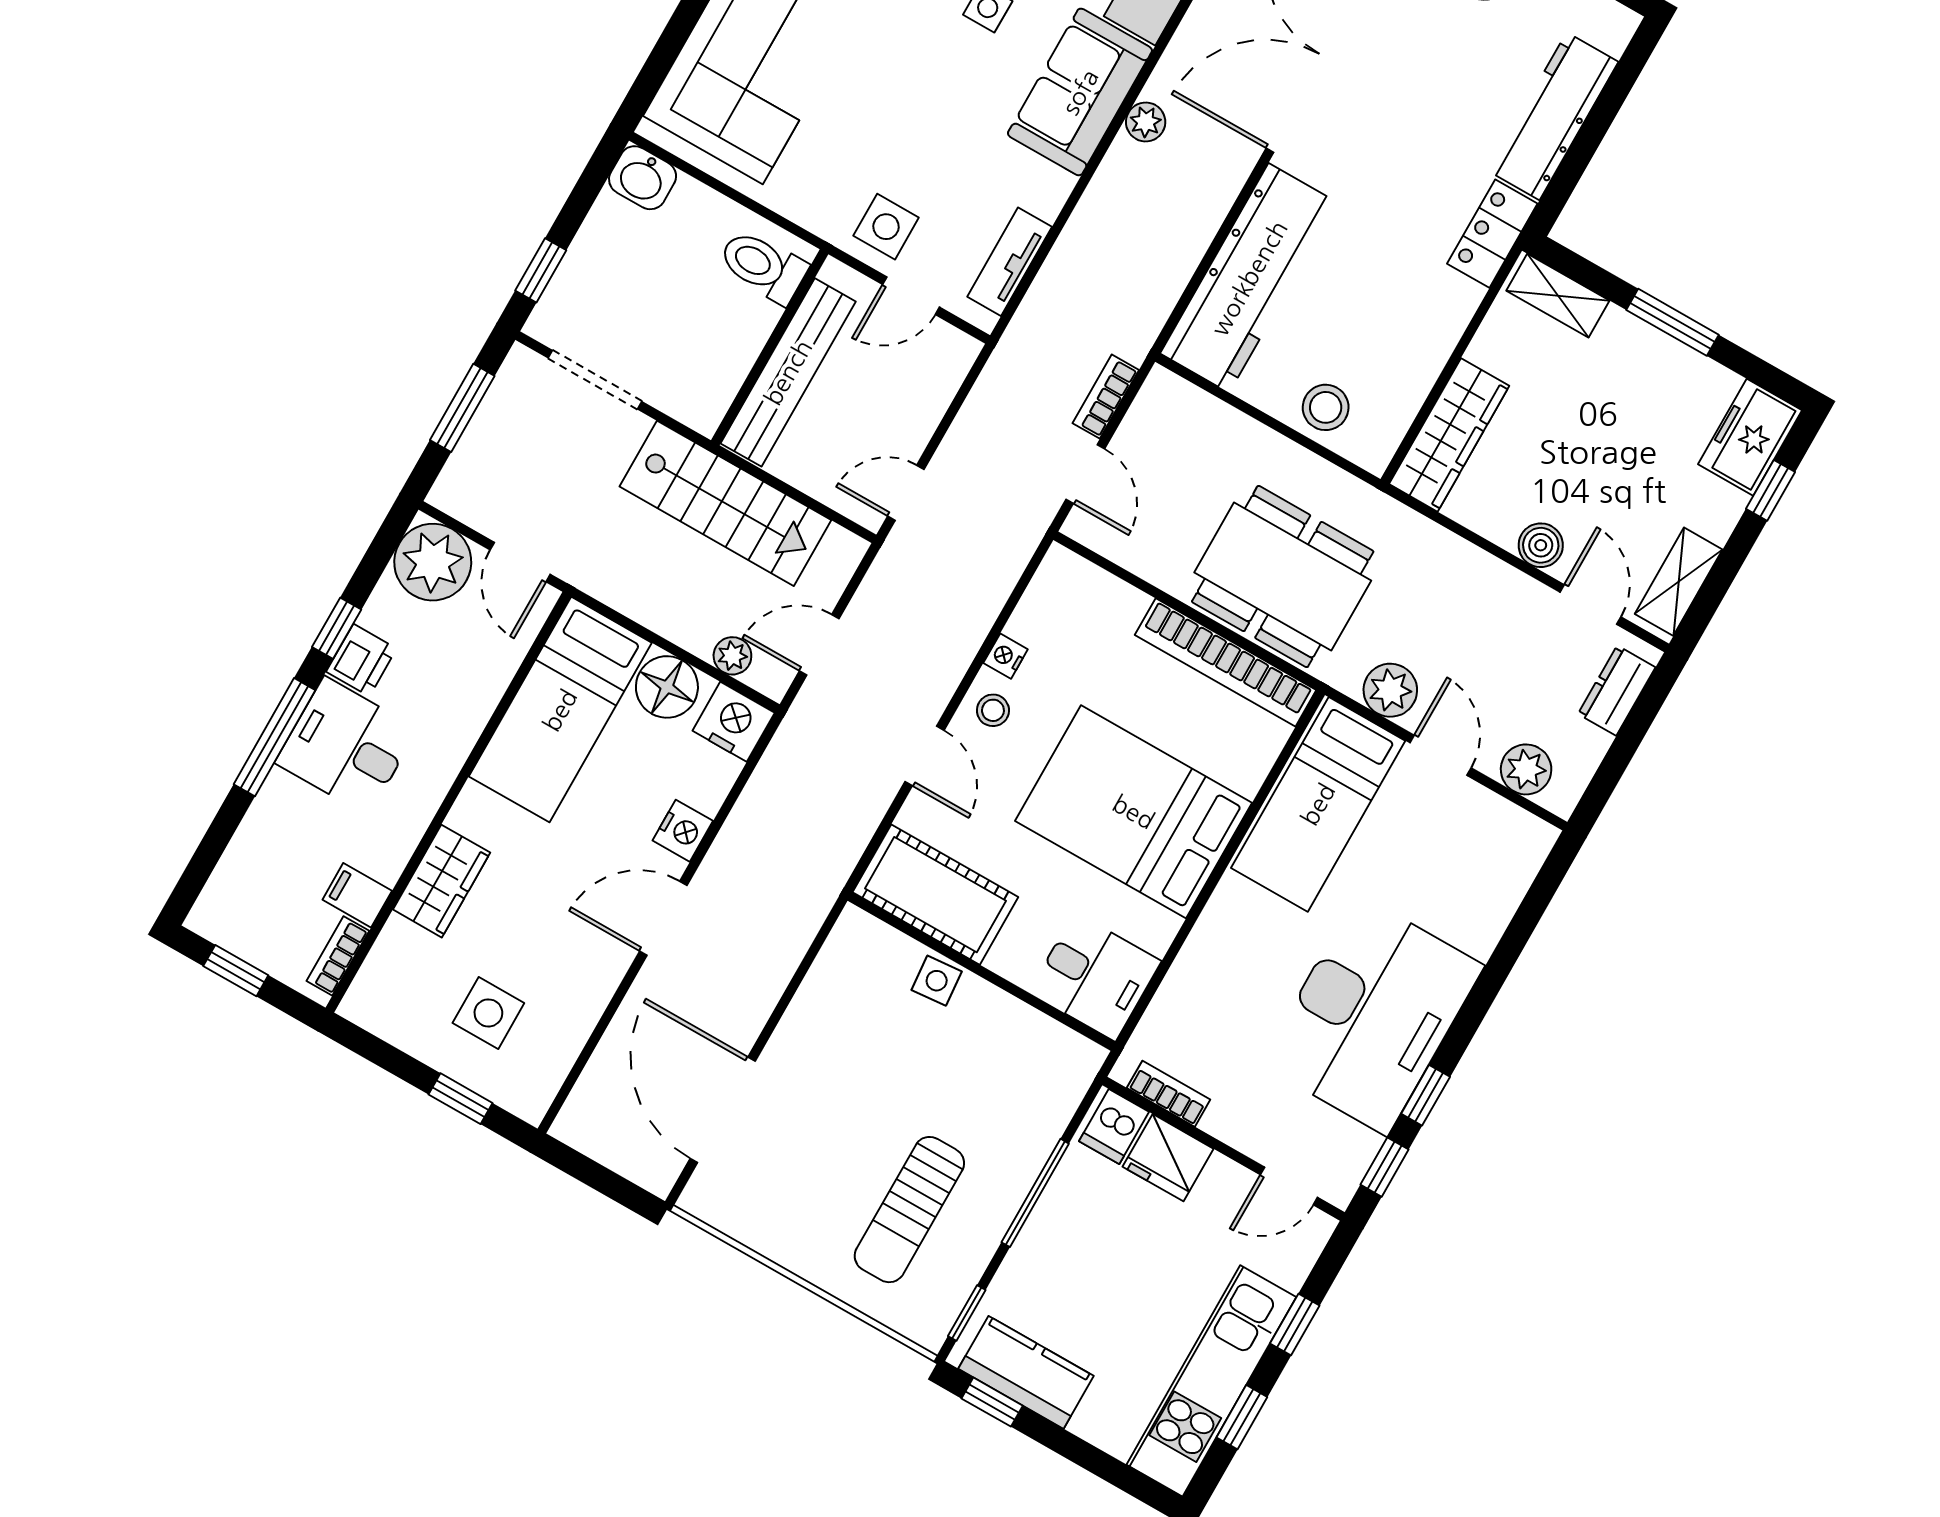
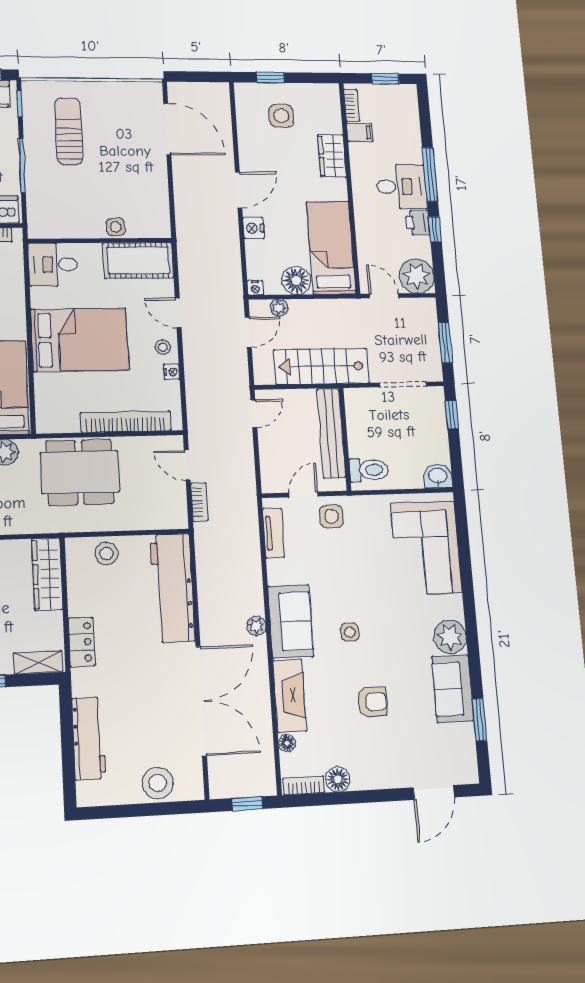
locker: (1492, 234) -> (82, 642), moved
bookcase: (1226, 662) -> (126, 422), moved
nightstand: (734, 722) -> (255, 288), width x0.53, depth x0.56

